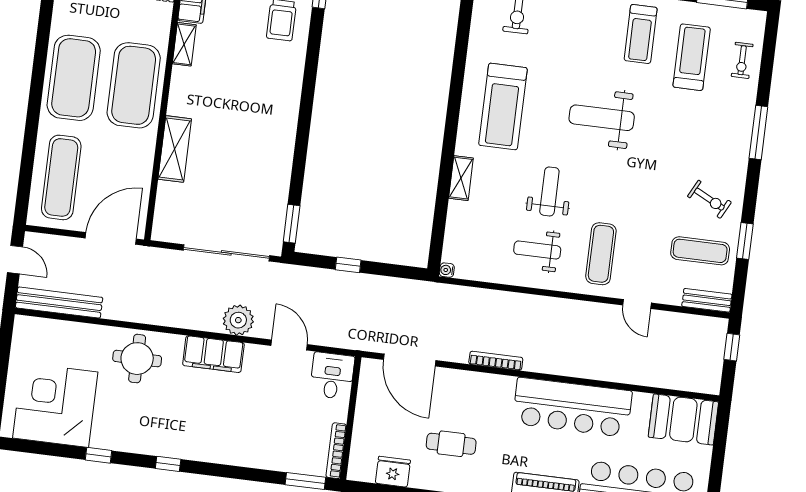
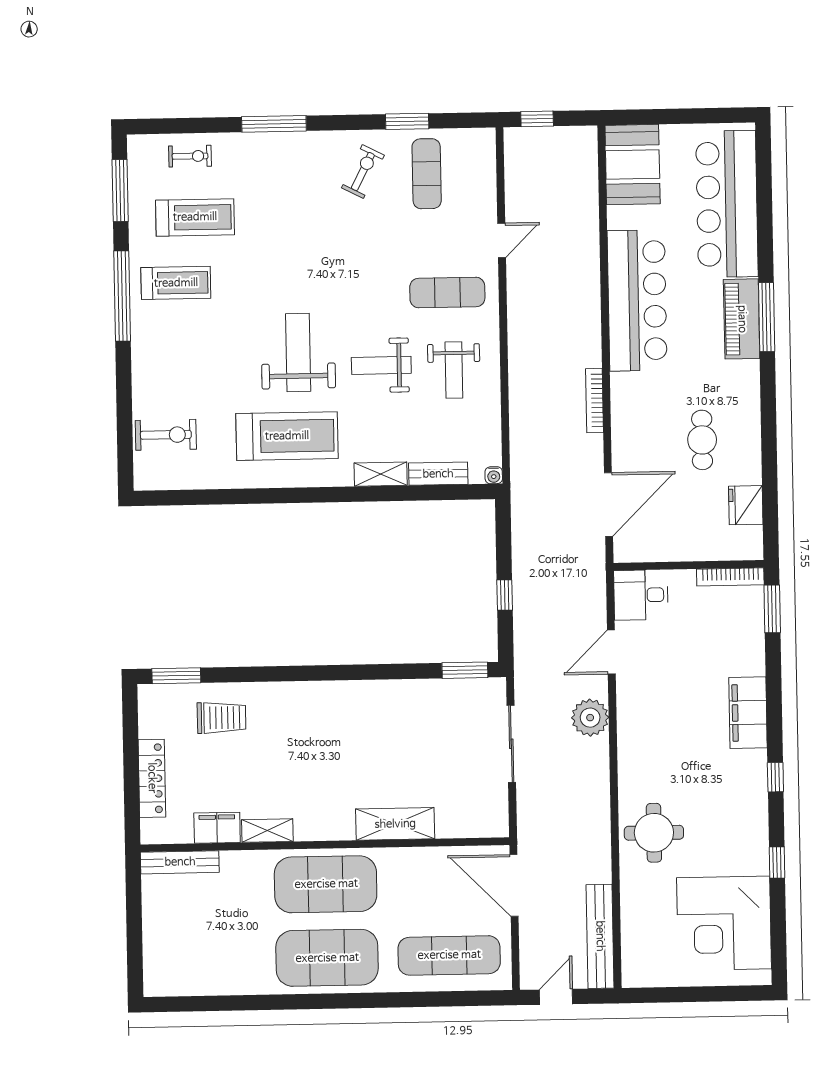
treadmill: (692, 57) -> (195, 217), turned 180
weight bench: (602, 118) -> (298, 353), moved, turned 180
sliding door: (226, 253) -> (511, 744), width x0.73
bench: (707, 300) -> (438, 474), moved, turned 90
filing cabinet: (213, 354) -> (748, 713), moved, turned 180

